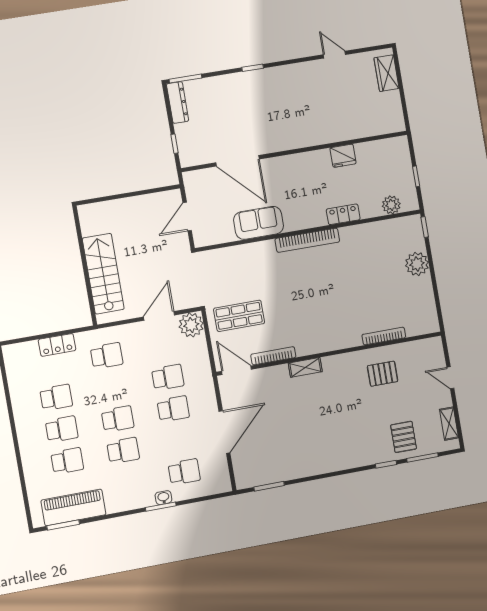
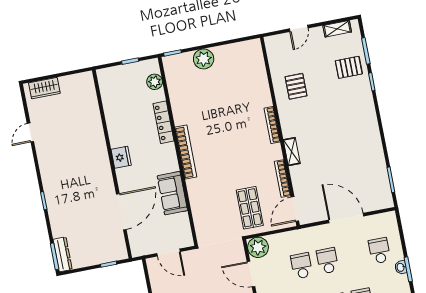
dresser: (178, 102) -> (63, 254), moved, turned 90
fridge: (343, 156) -> (121, 157), moved
locker: (343, 214) -> (164, 122), width x1.53
bookcase: (384, 336) -> (272, 125), moved

